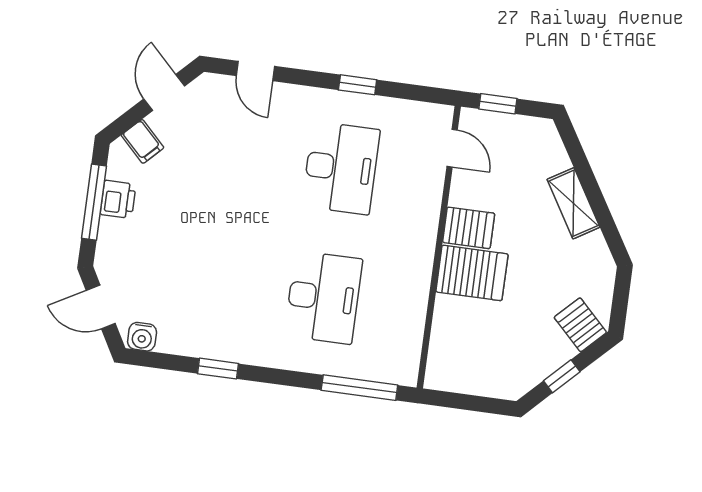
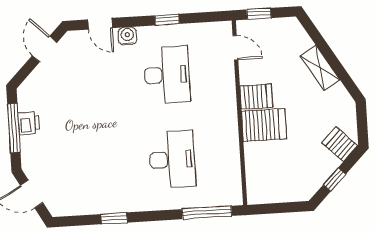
filing cabinet: (143, 141) -> (37, 83), removed
water cooler: (142, 337) -> (127, 36), moved, turned 180

